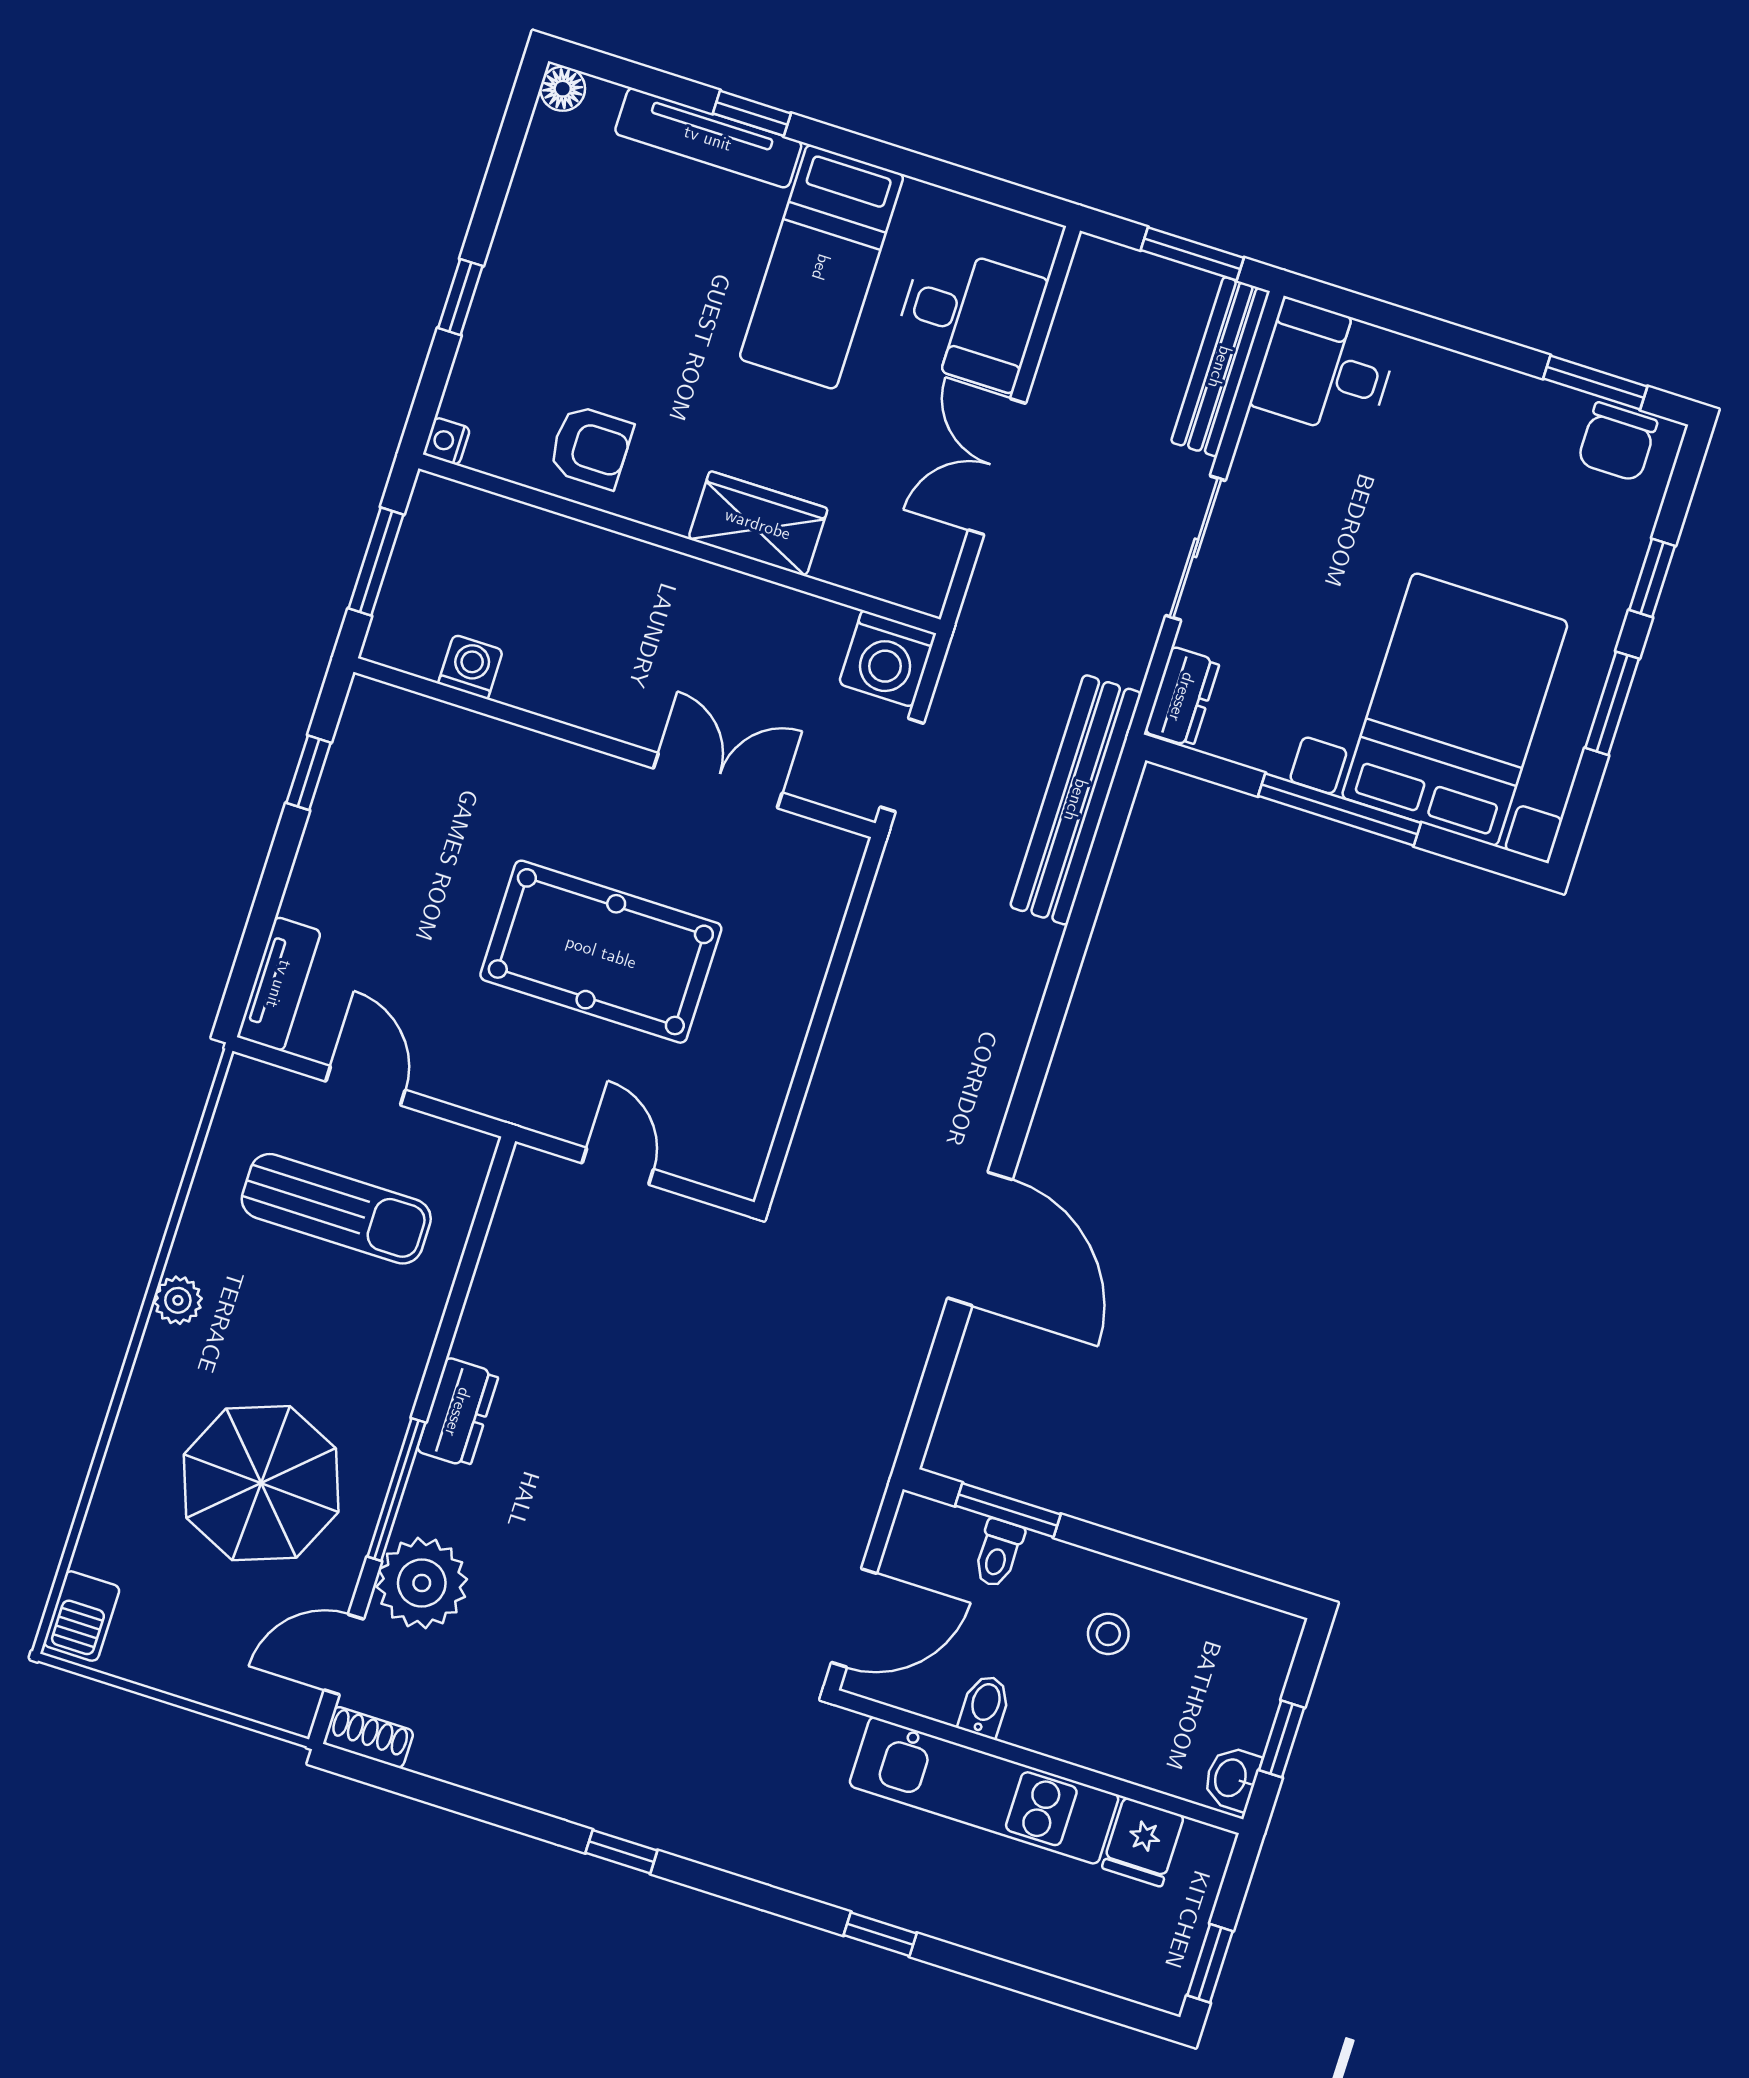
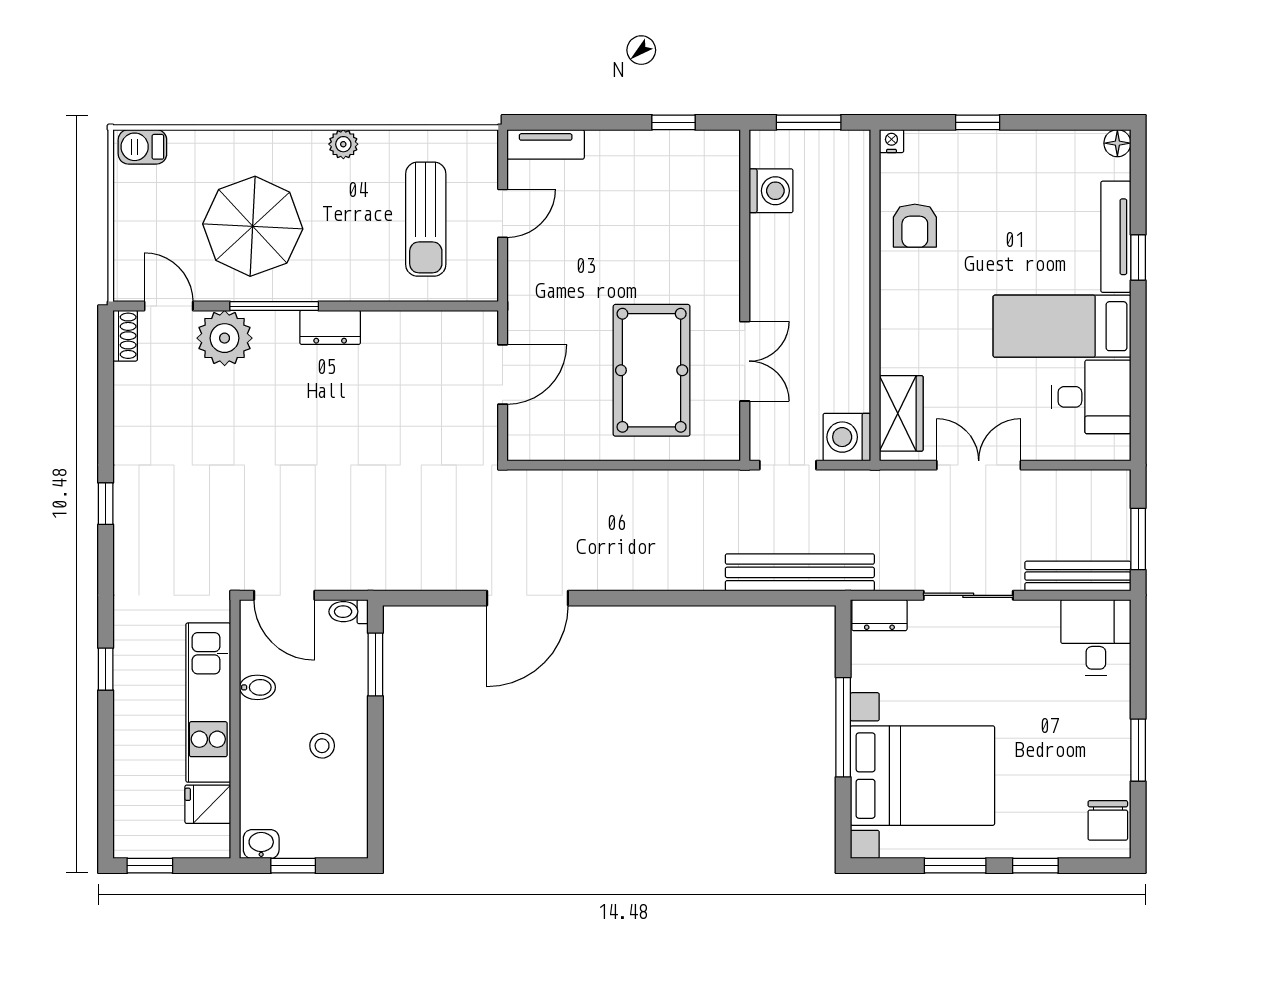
desk: (969, 318) -> (1091, 397), moved, turned -90
window: (1595, 382) -> (1138, 750), moved
chair: (1617, 442) -> (1108, 820), turned -90
wardrobe: (758, 524) -> (901, 413), moved
washing machine: (471, 667) -> (771, 191), width x1.38, depth x1.38
pool table: (601, 952) -> (652, 370), moved
door: (618, 1166) -> (503, 375), width x1.38
toilet: (998, 1553) -> (349, 612), moved

